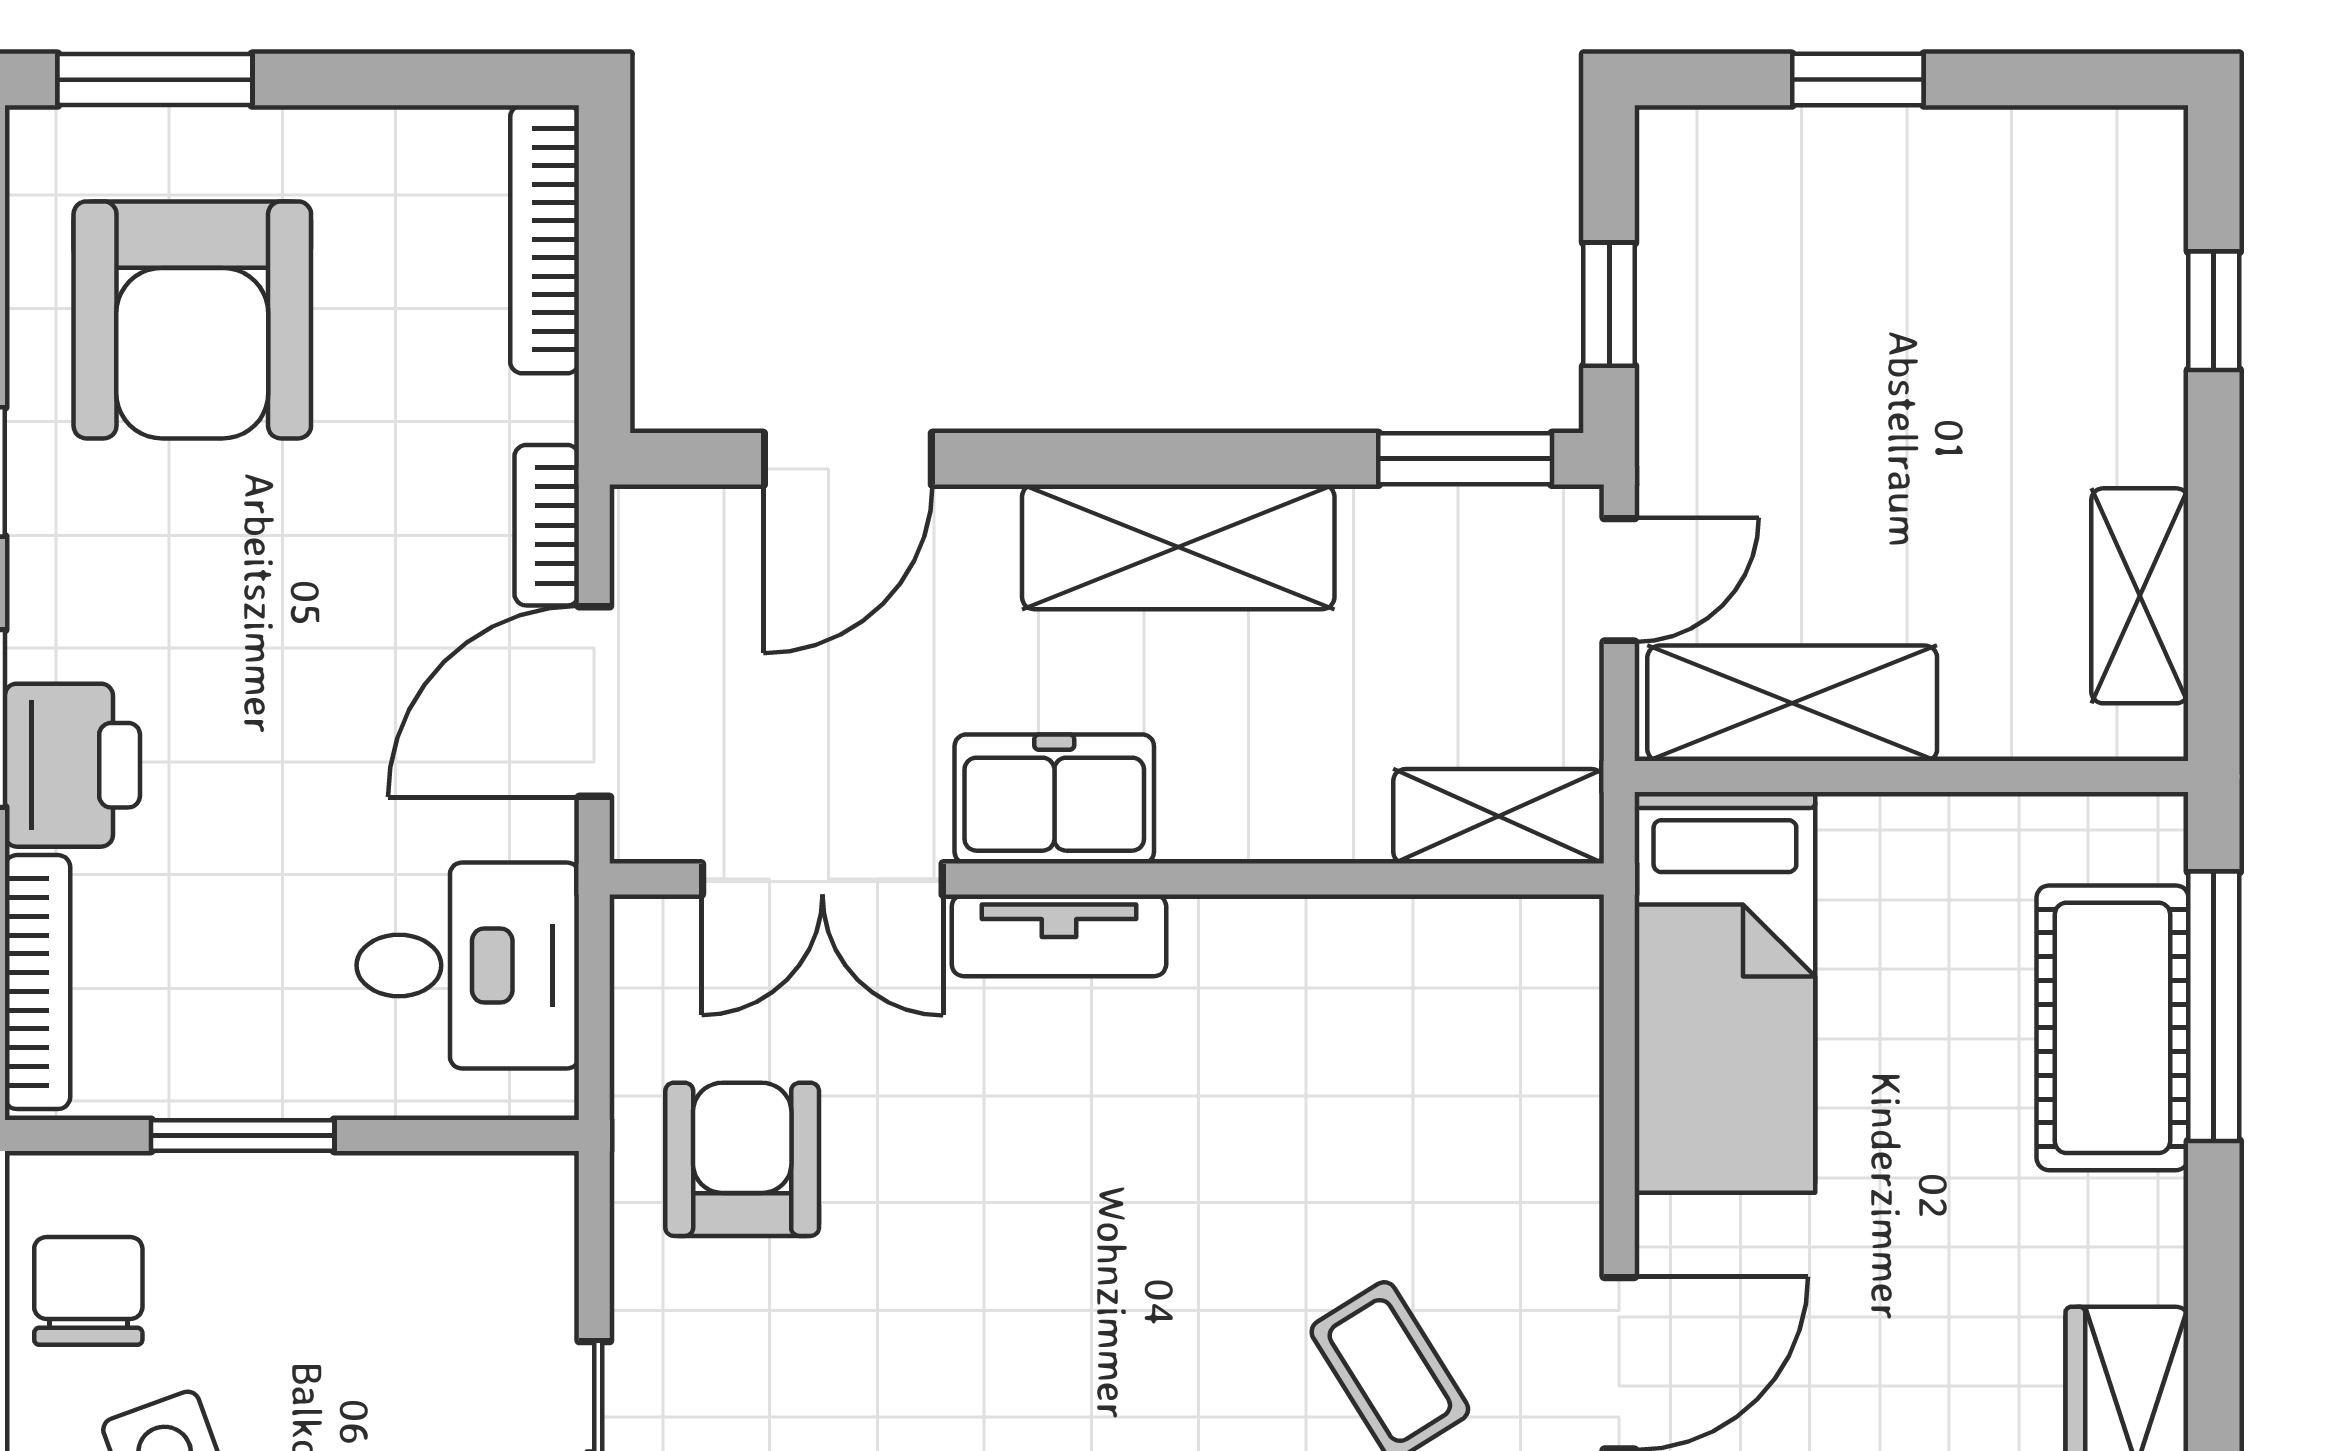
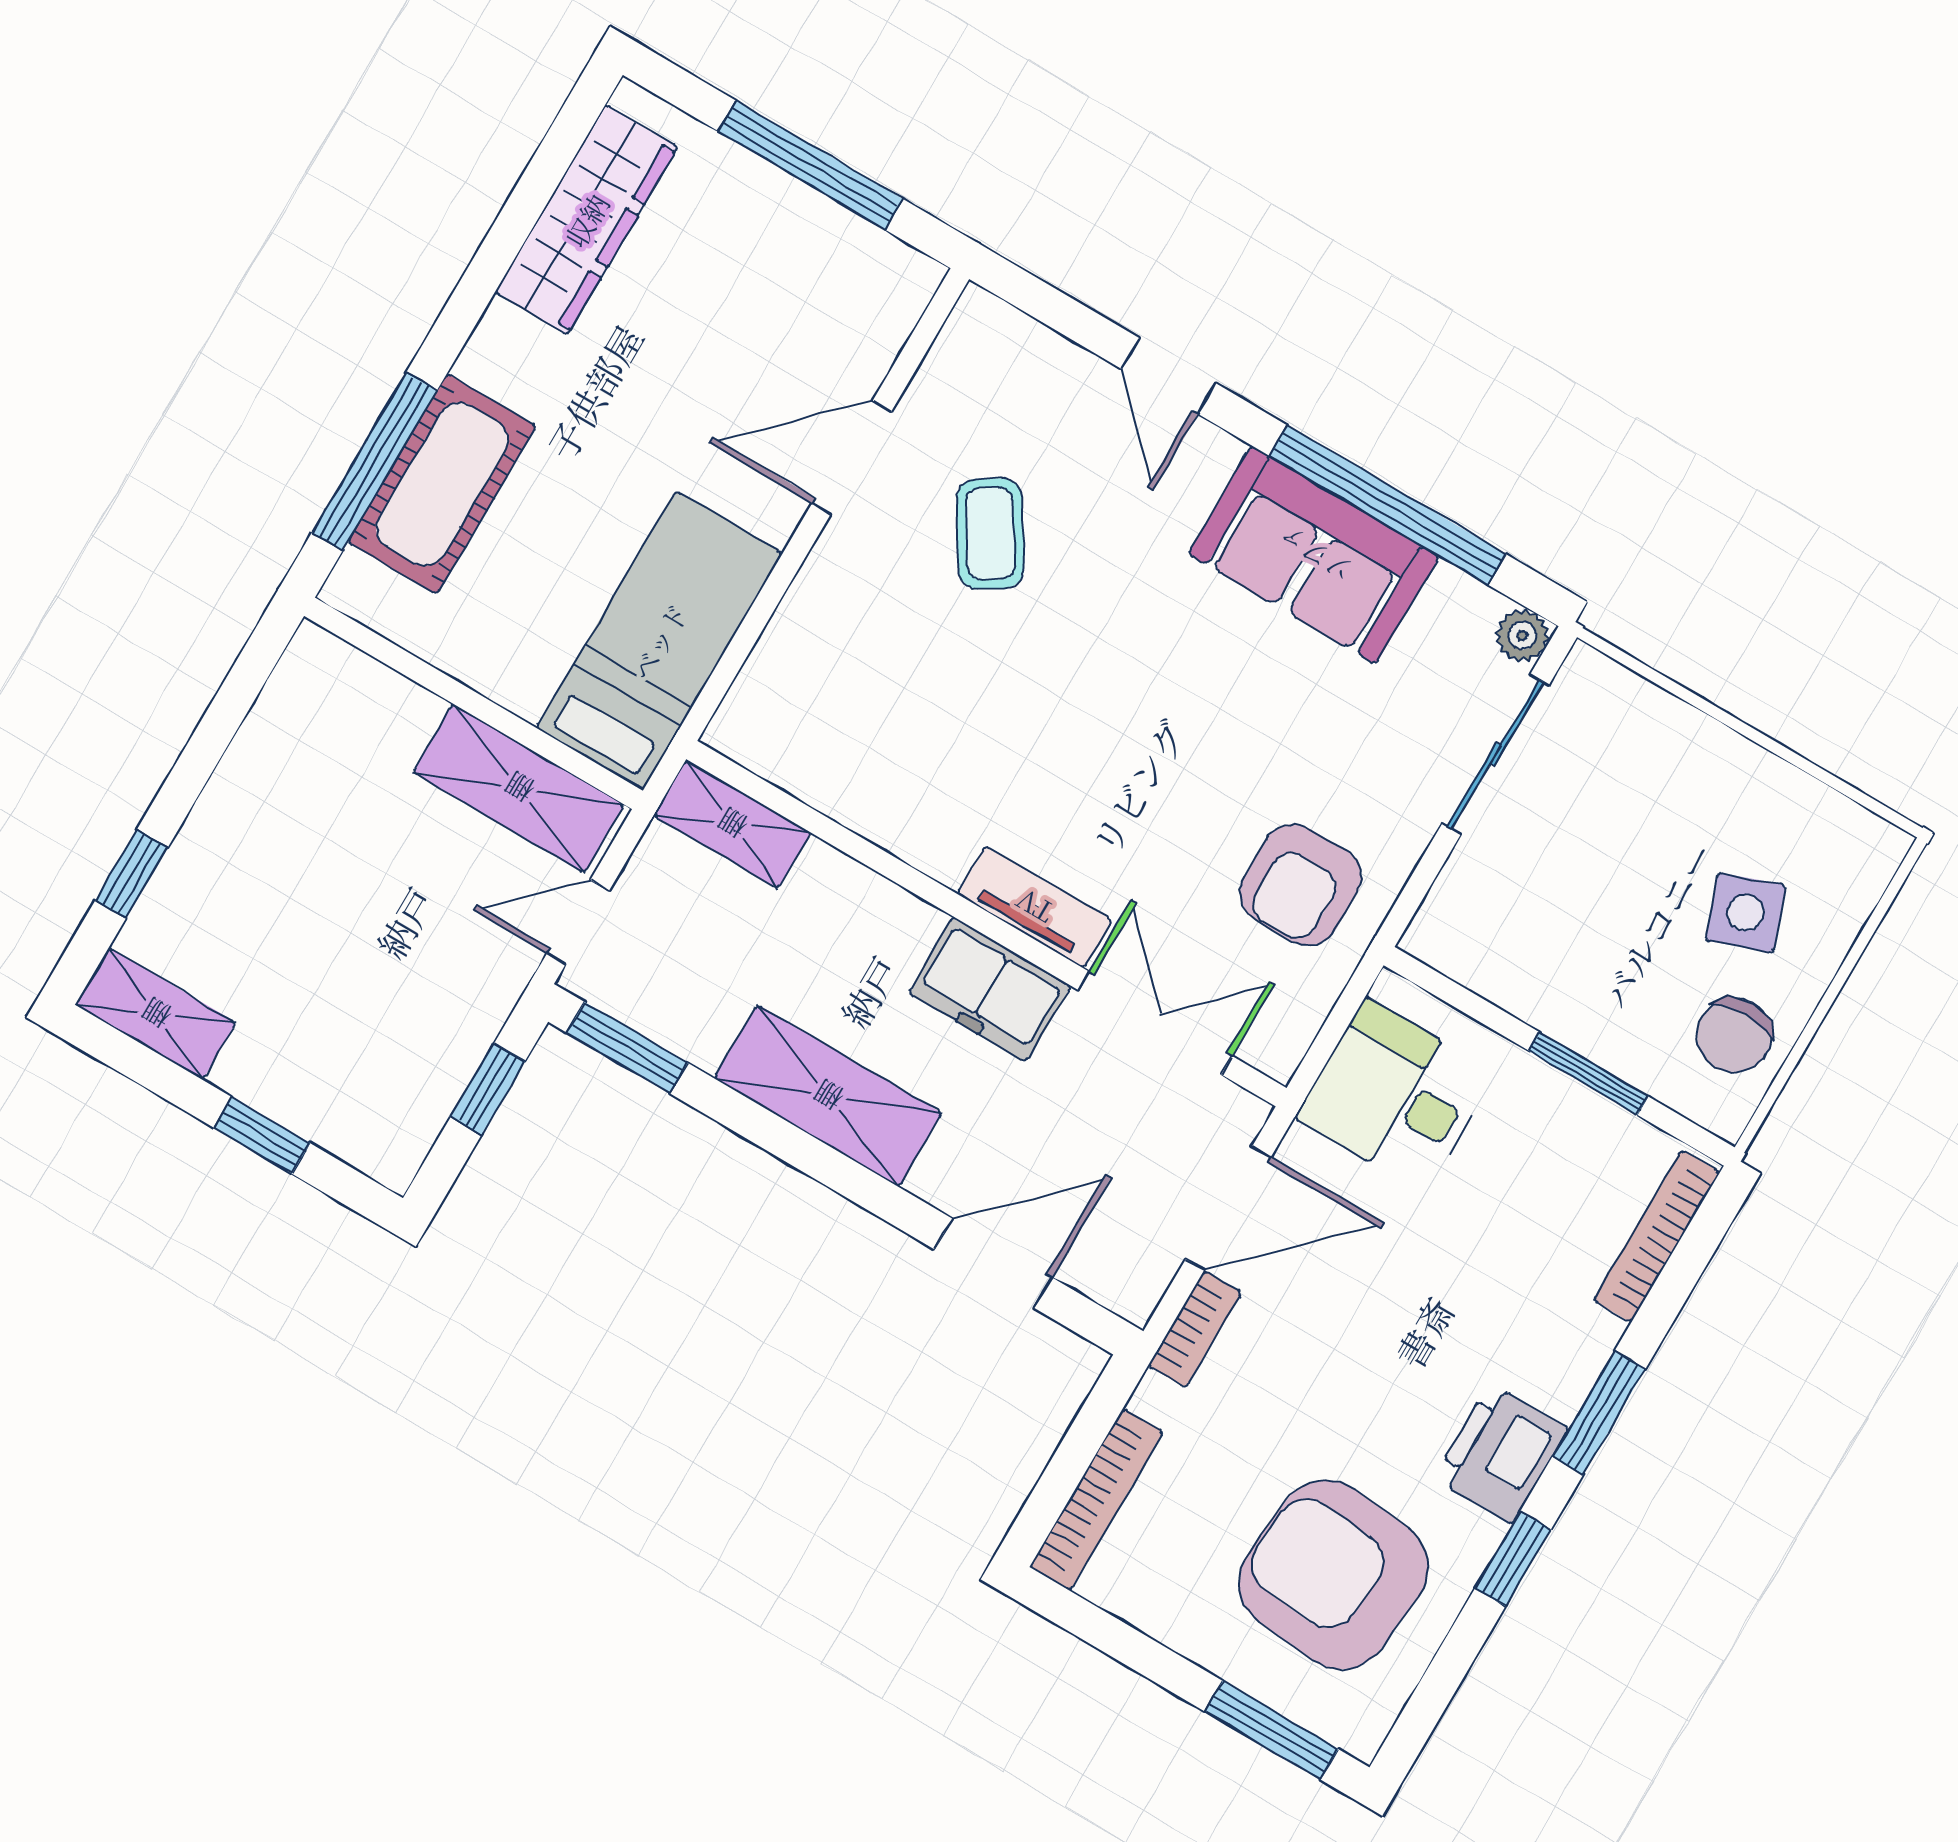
armchair: (192, 320) -> (1333, 1575), turned -85
shelving: (2140, 596) -> (156, 1014), moved, turned 90
printer: (72, 765) -> (1501, 1453), moved

